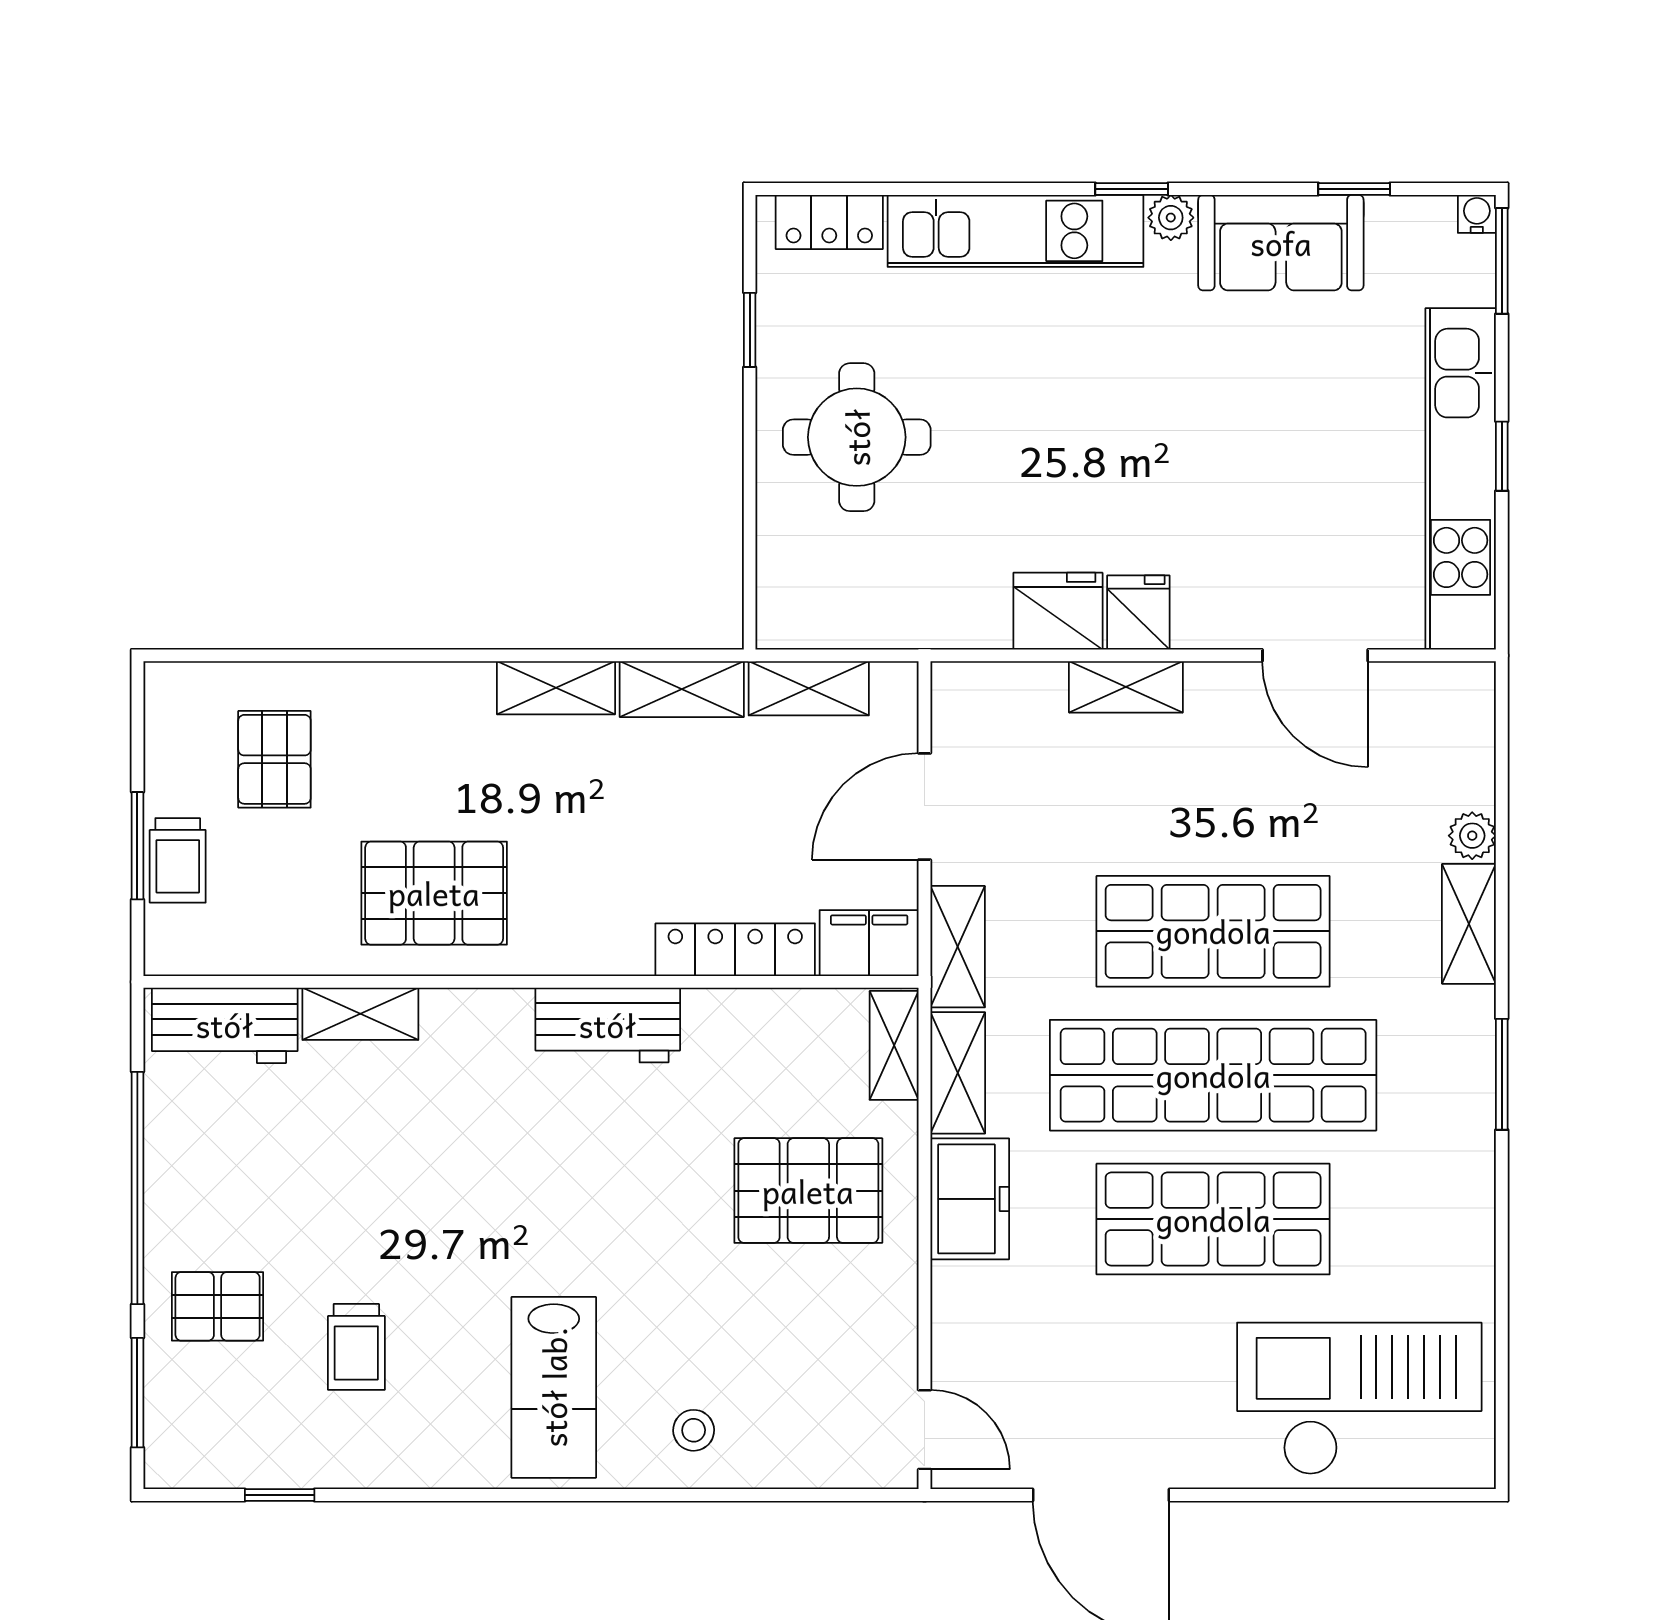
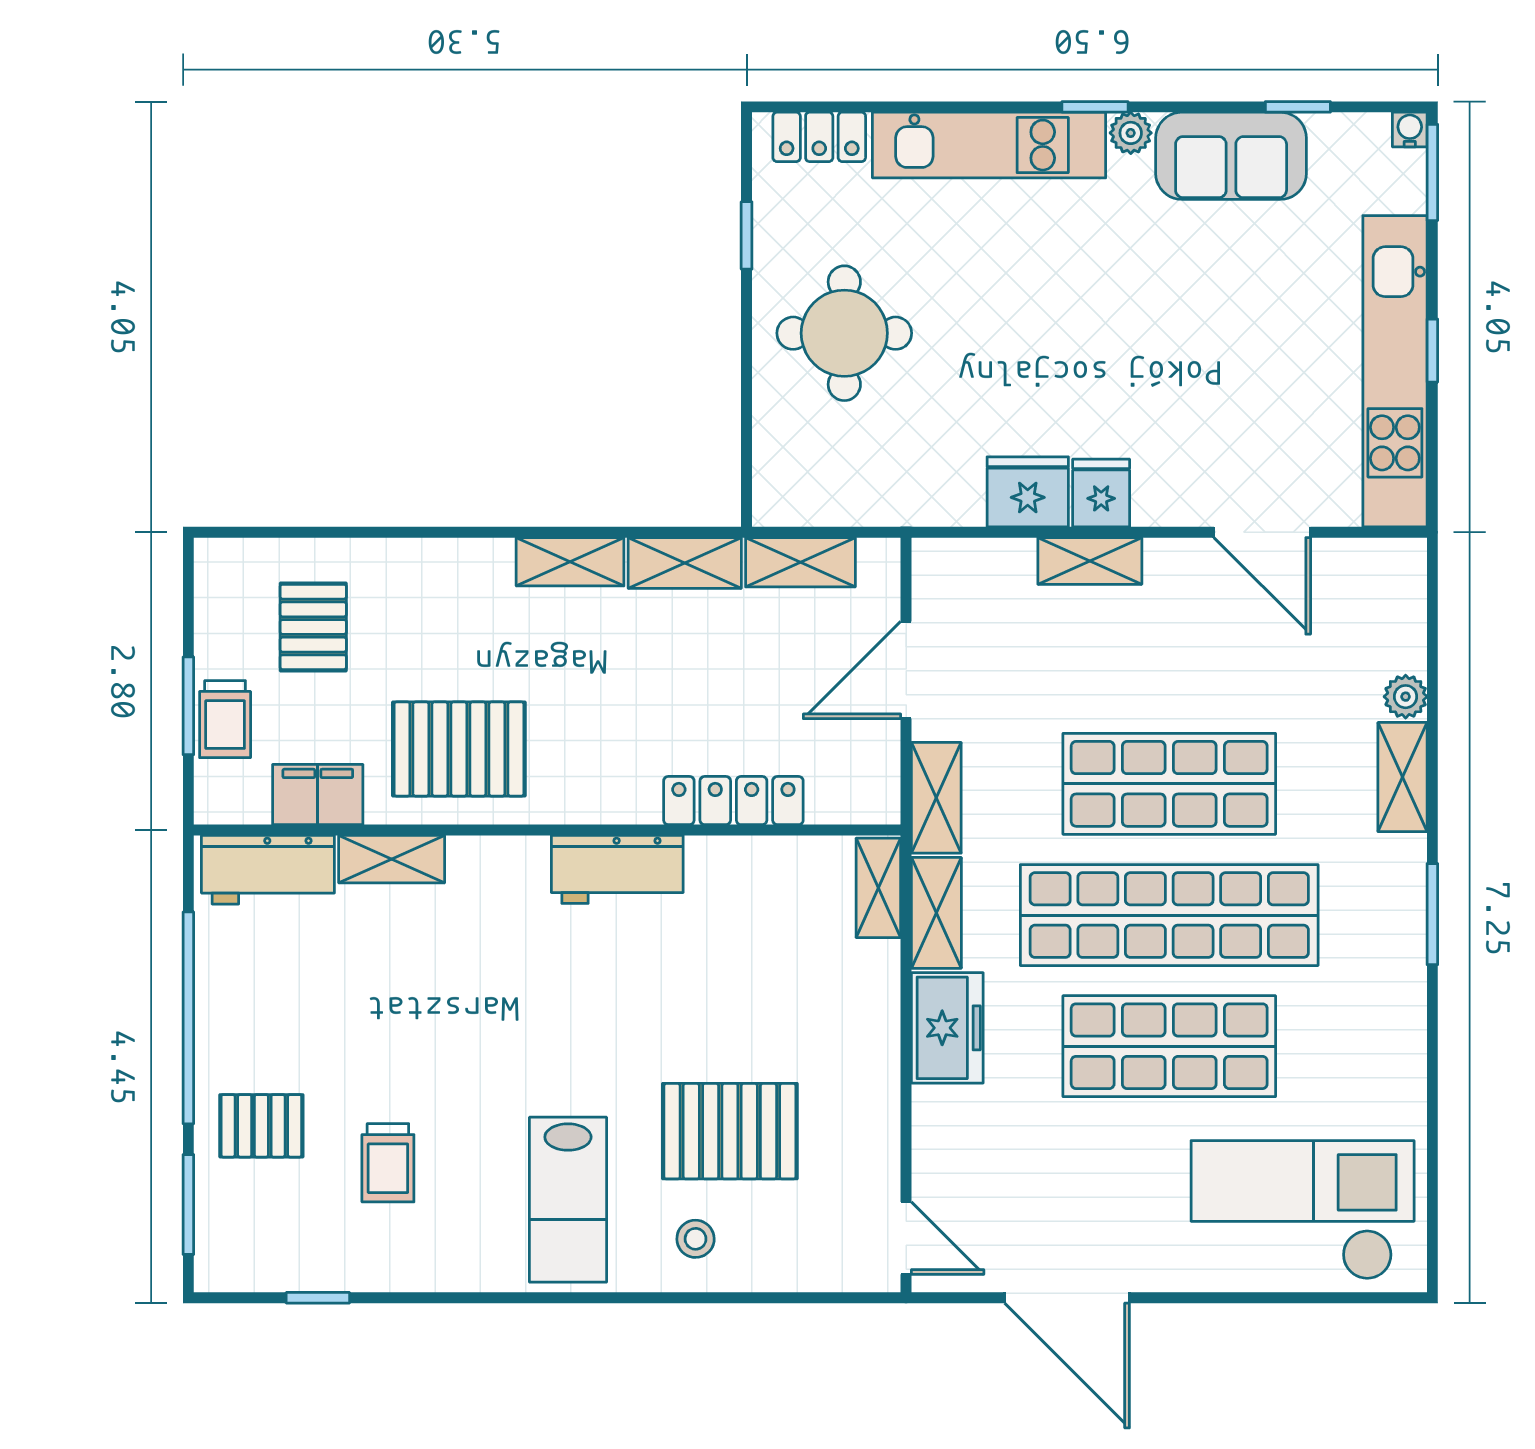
filing cabinet: (869, 943) -> (318, 795), moved
pallet: (808, 1191) -> (730, 1131), moved

